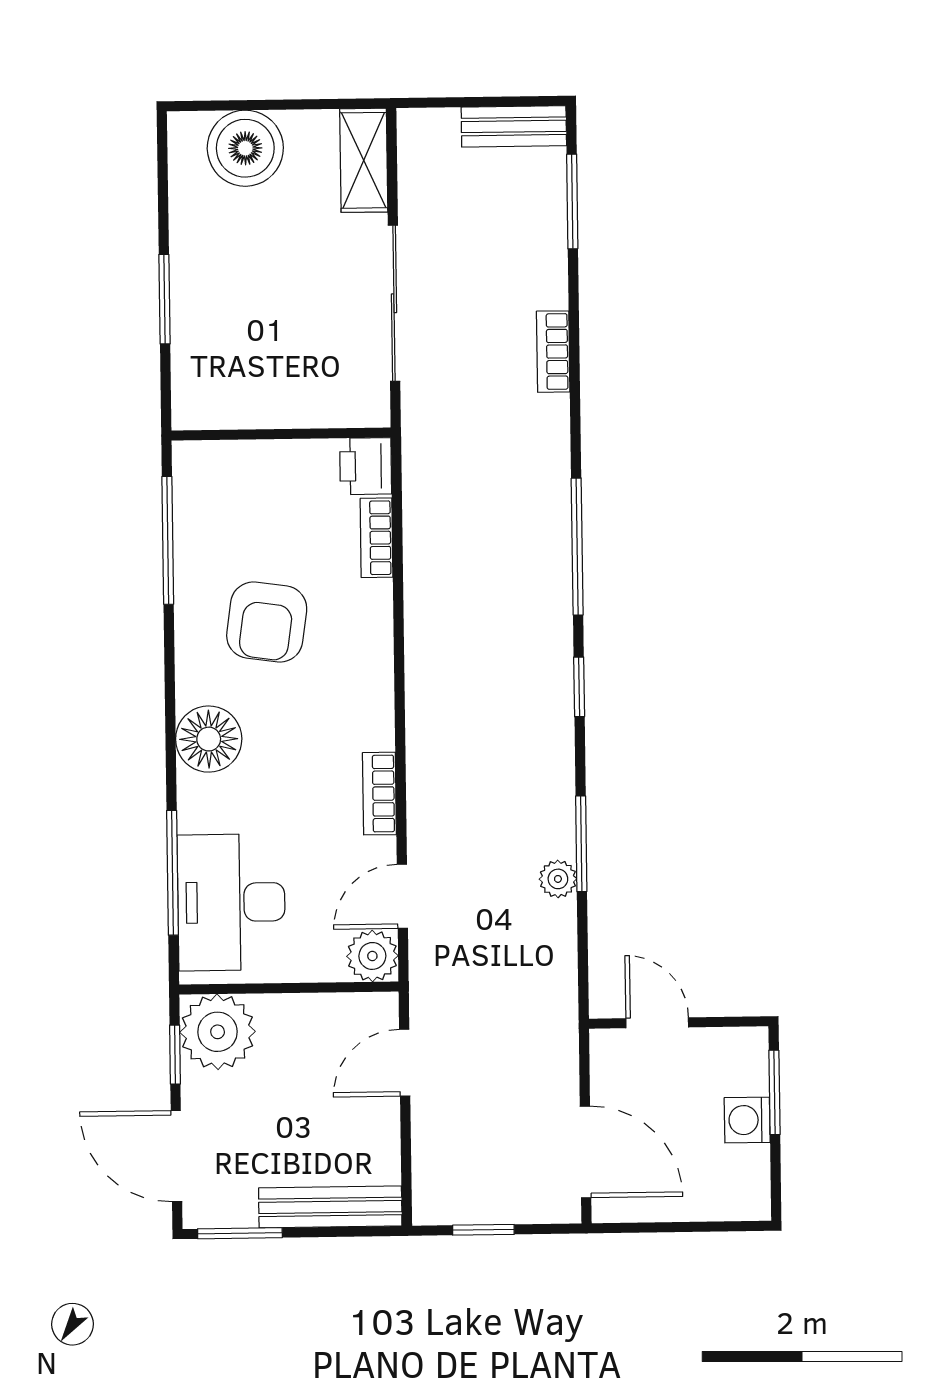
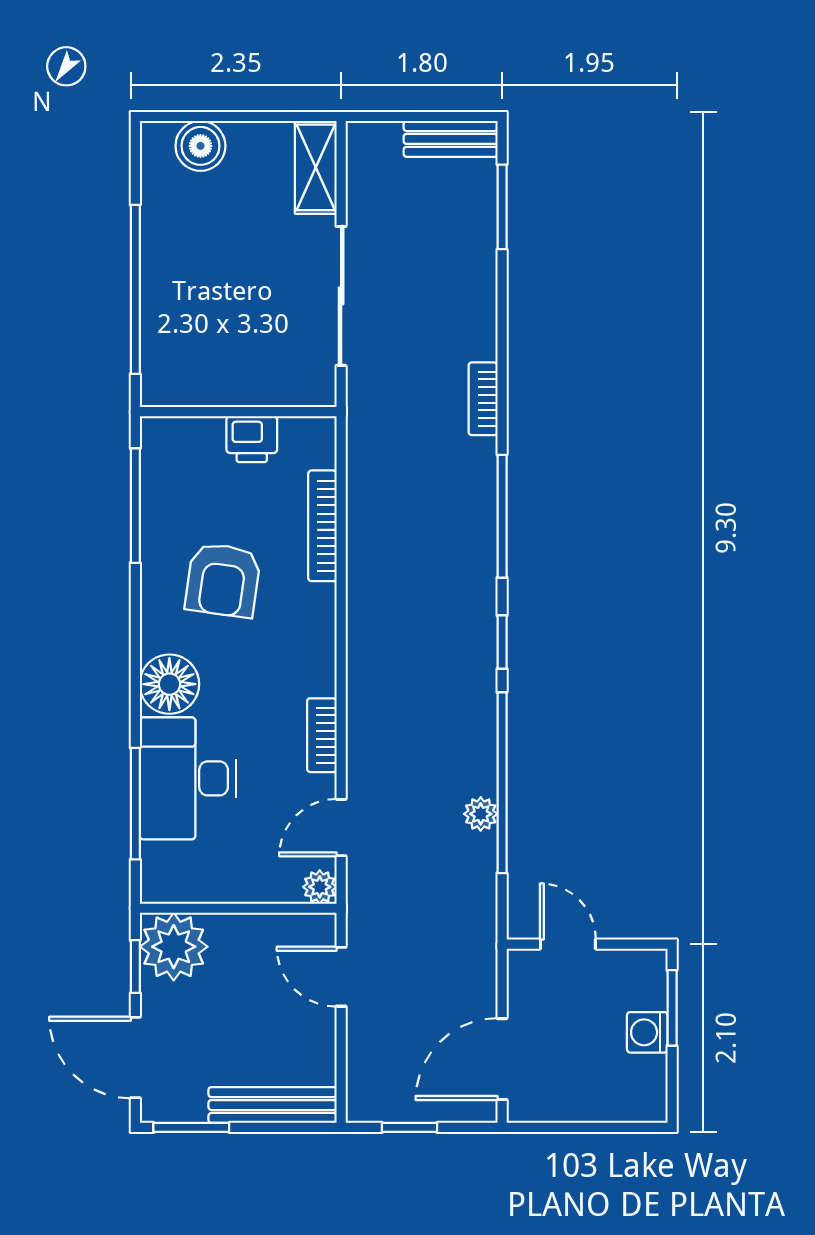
boiler: (245, 148) -> (200, 146), width x0.73, depth x0.73
window: (164, 299) -> (135, 289), width x2.11
bookcase: (553, 352) -> (483, 399), moved
printer: (366, 466) -> (252, 439), moved, turned -90
bookcase: (377, 538) -> (322, 526), width x1.56
window: (581, 844) -> (502, 783), width x2.11
desk: (231, 902) -> (188, 778), moved
plant: (372, 956) -> (320, 887), width x0.73, depth x0.73
door: (405, 1063) -> (341, 977), hinge flipped
door: (586, 1152) -> (502, 1059), swing flipped

